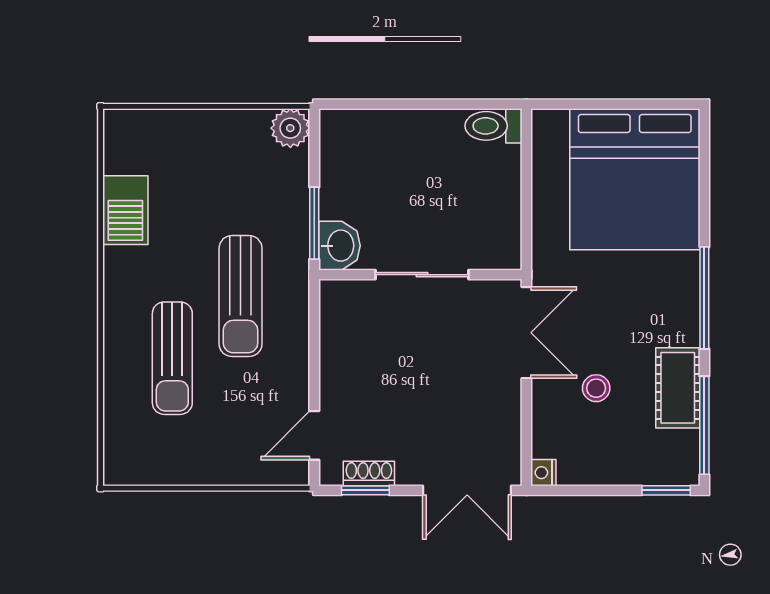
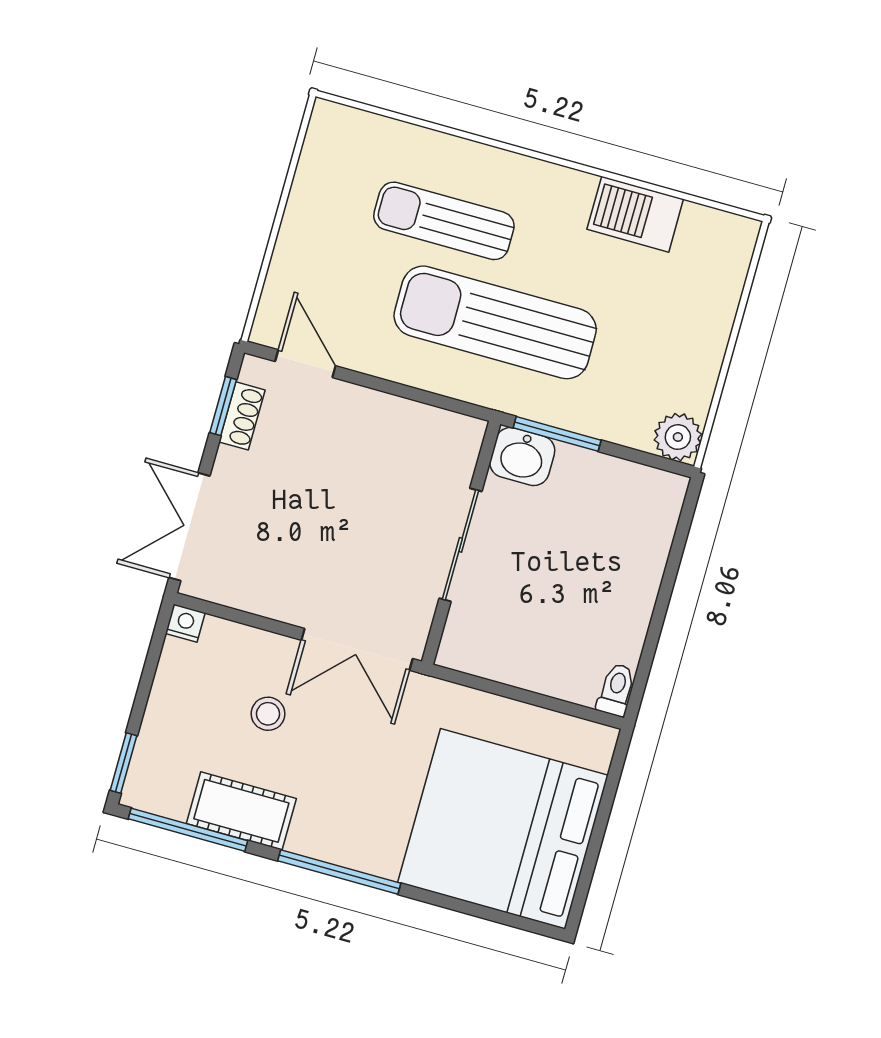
toilet: (493, 126) -> (616, 690), width x0.73, depth x0.72
sun lounger: (241, 296) -> (495, 322), width x1.36, depth x1.34

